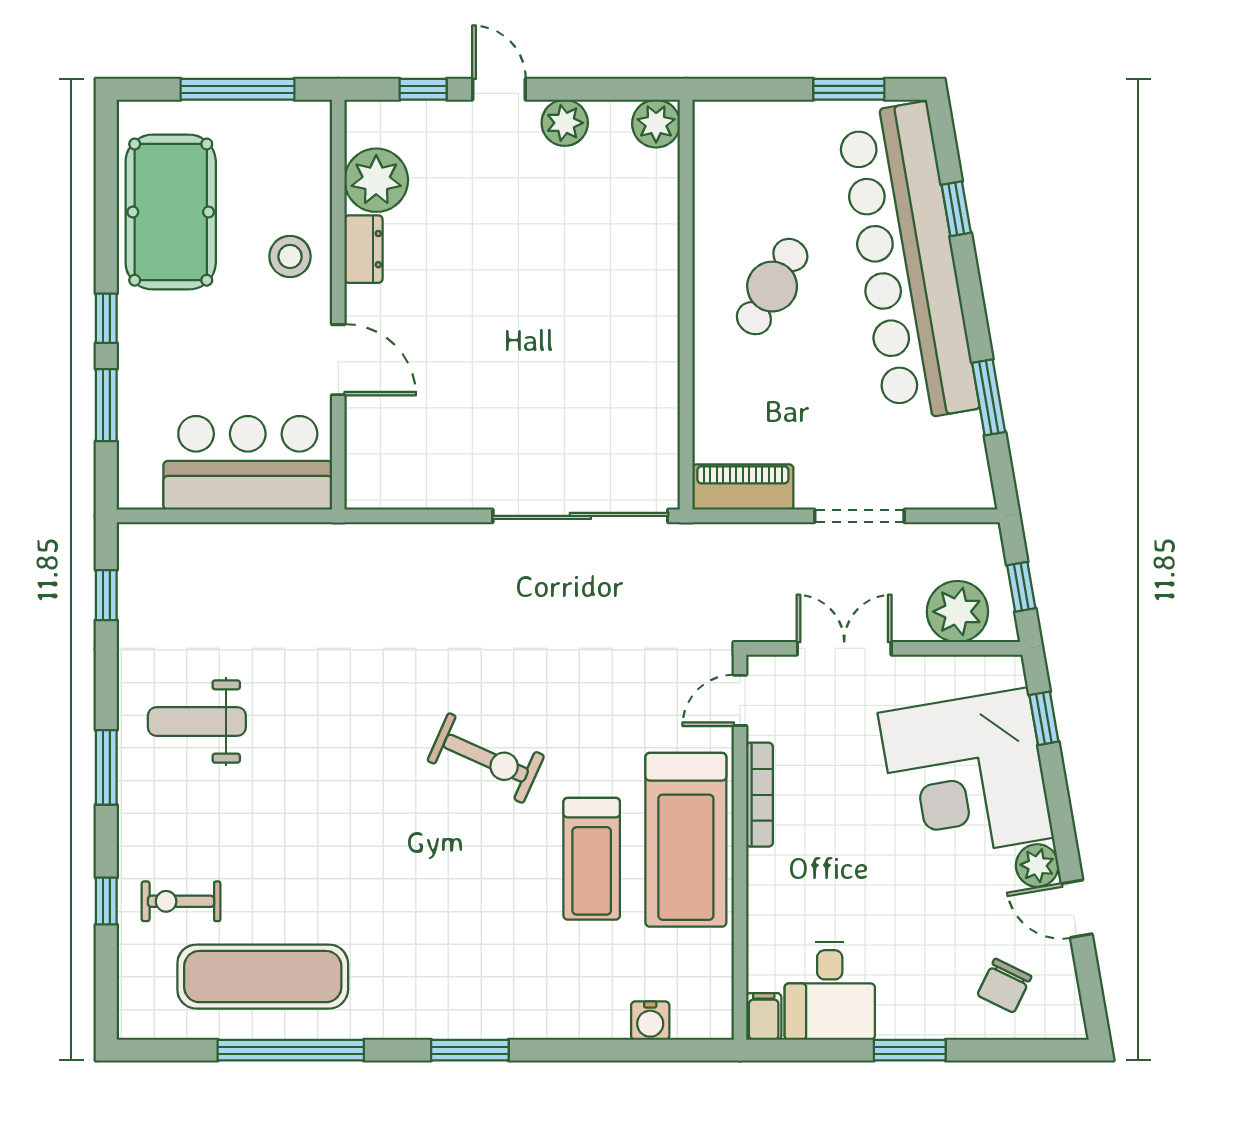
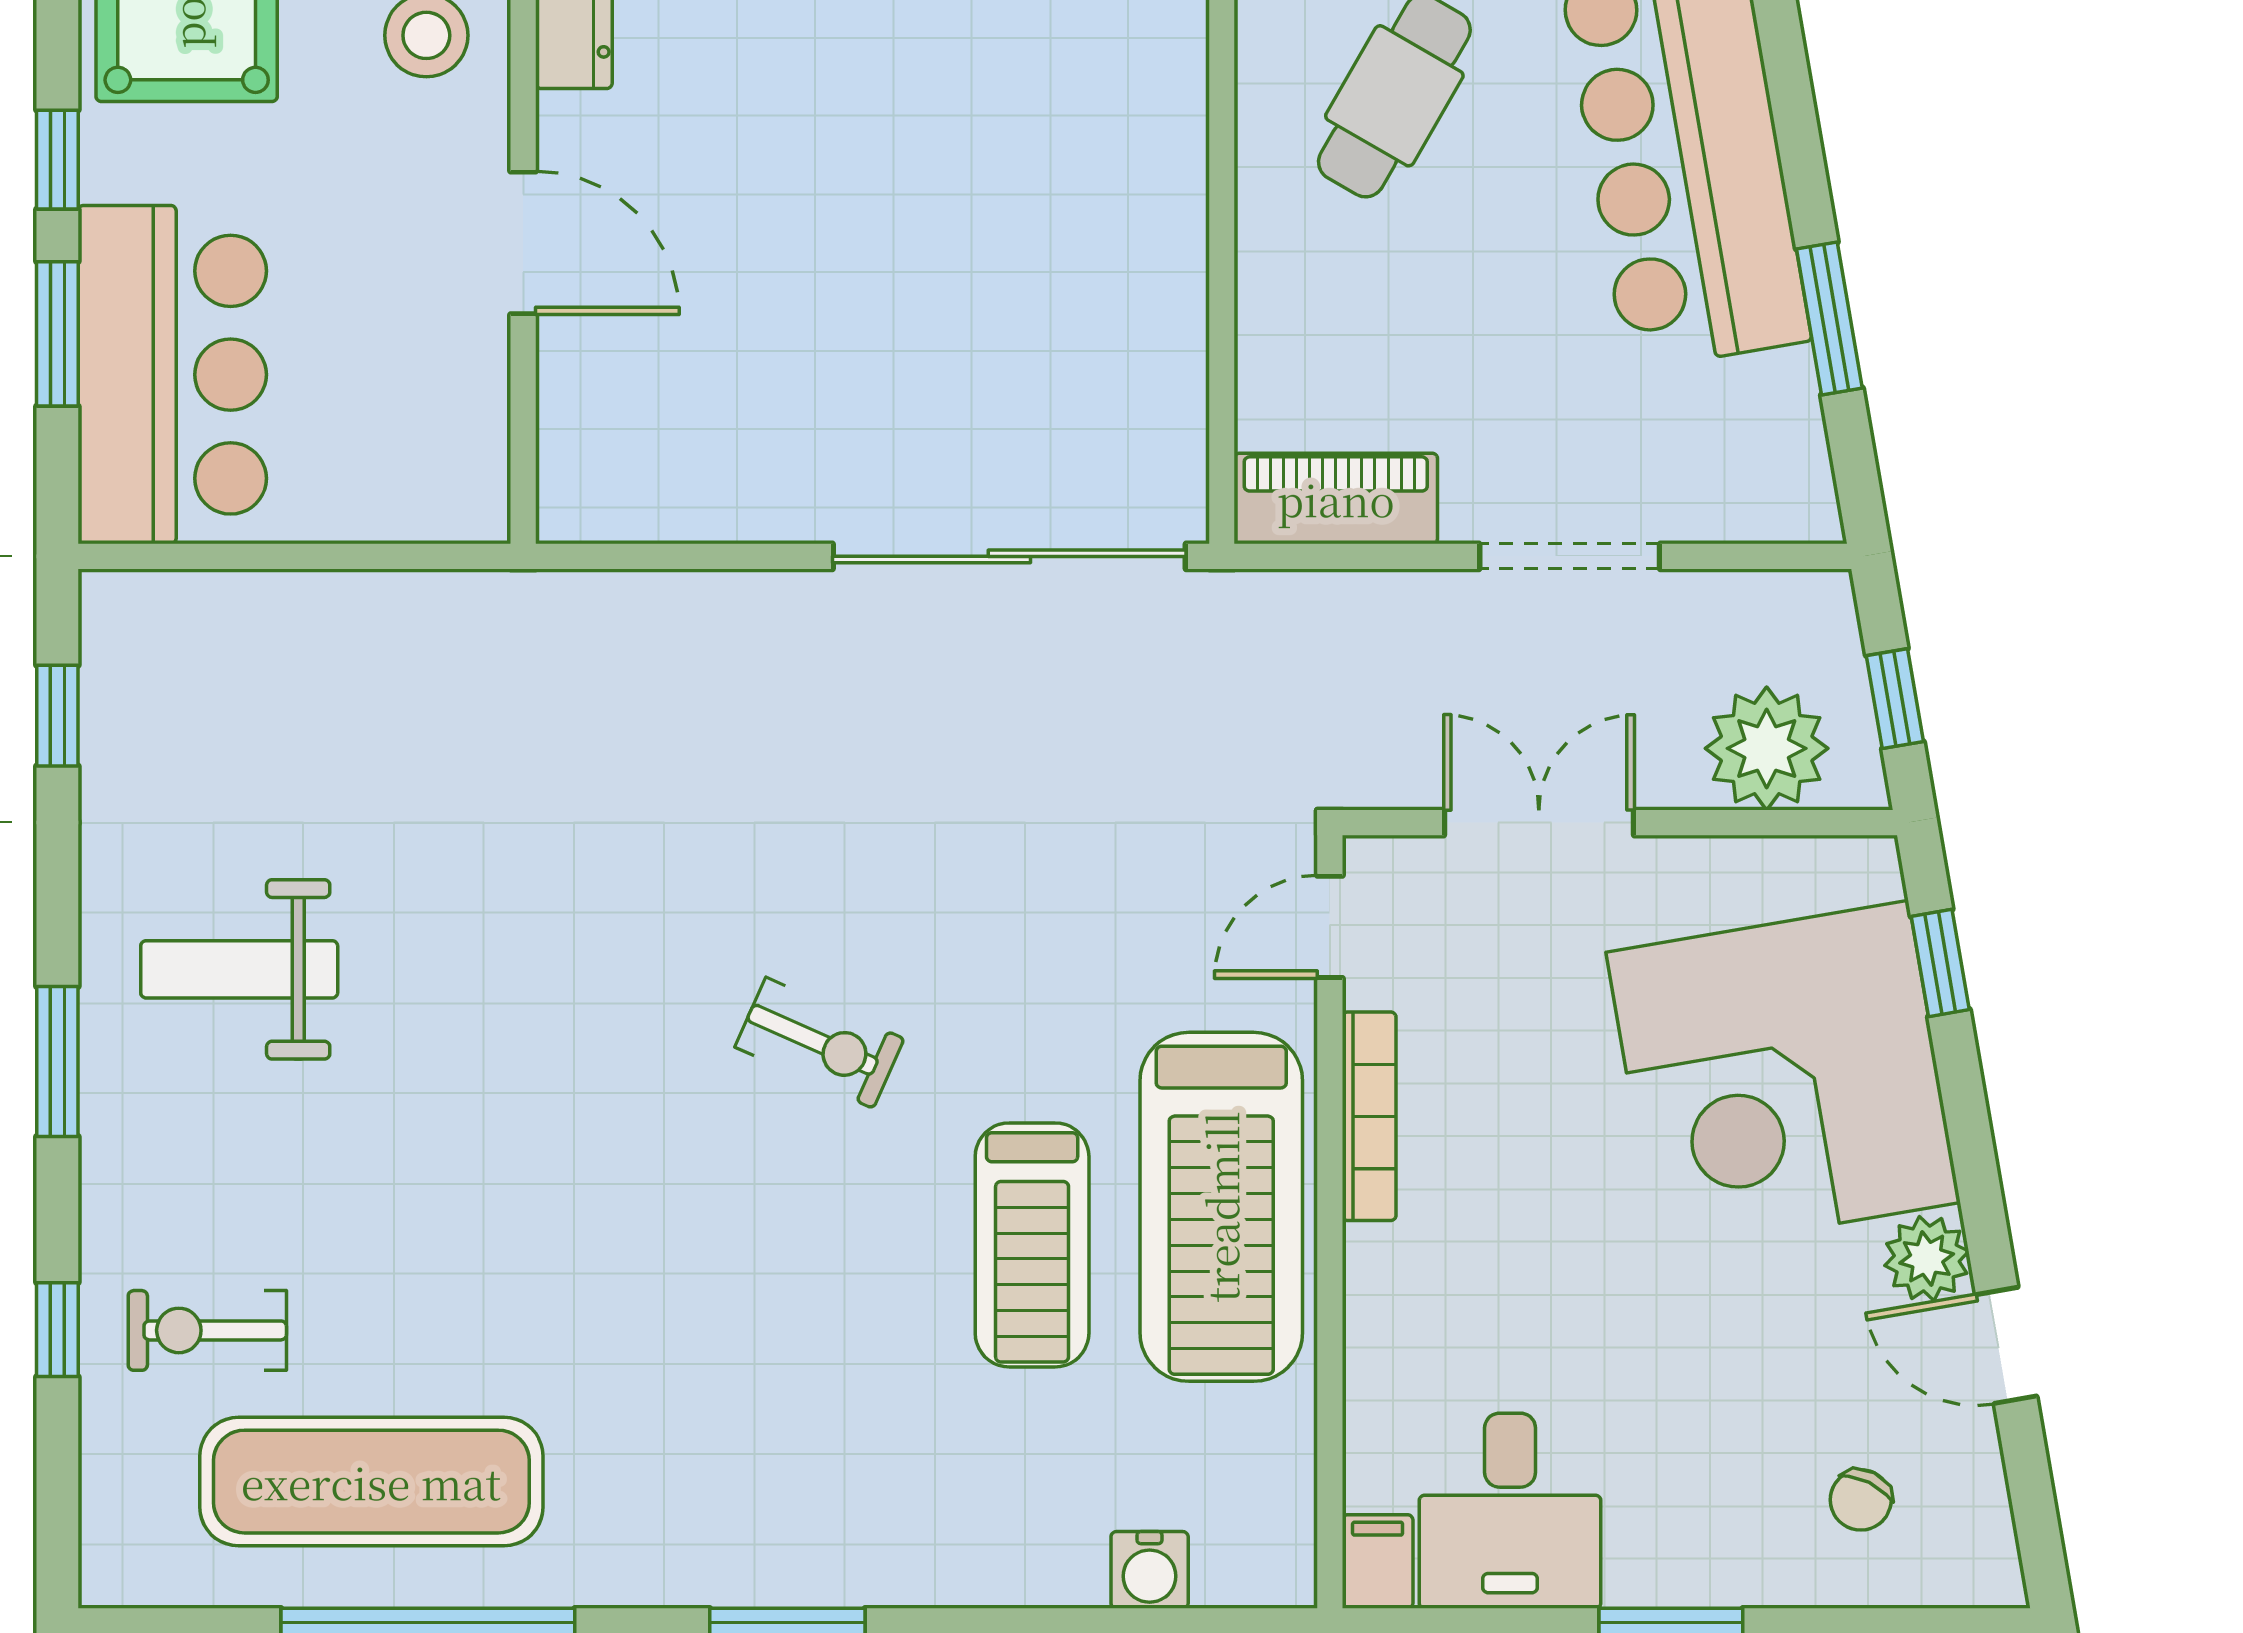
bar counter: (248, 463) -> (172, 375), moved, turned 90
exercise bike: (486, 758) -> (820, 1043), width x0.73, depth x0.72
chair: (1004, 986) -> (1861, 1500), width x0.73, depth x0.73

